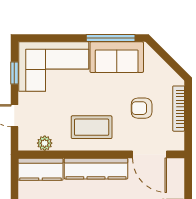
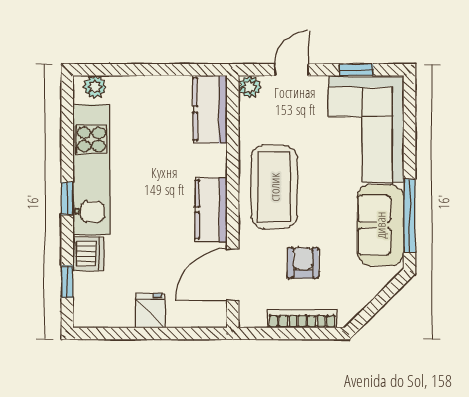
coffee table: (92, 127) -> (274, 187), width x1.36, depth x1.32
plant: (45, 143) -> (250, 87), moved
kitchen counter: (96, 169) -> (211, 210), width x0.67

